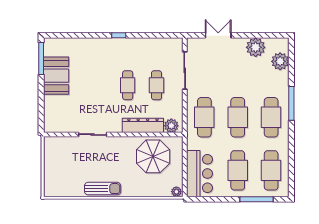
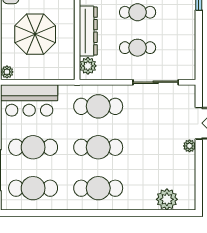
plant: (256, 47) -> (189, 146), moved, width x0.53, depth x0.53
window: (291, 103) -> (115, 213), removed
parasol: (153, 156) -> (35, 34), moved

